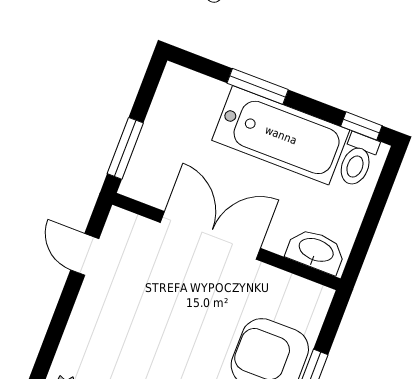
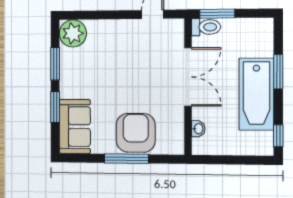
toilet: (357, 160) -> (206, 27), moved, turned 180
washbasin: (316, 251) -> (198, 129), width x0.52, depth x0.69

